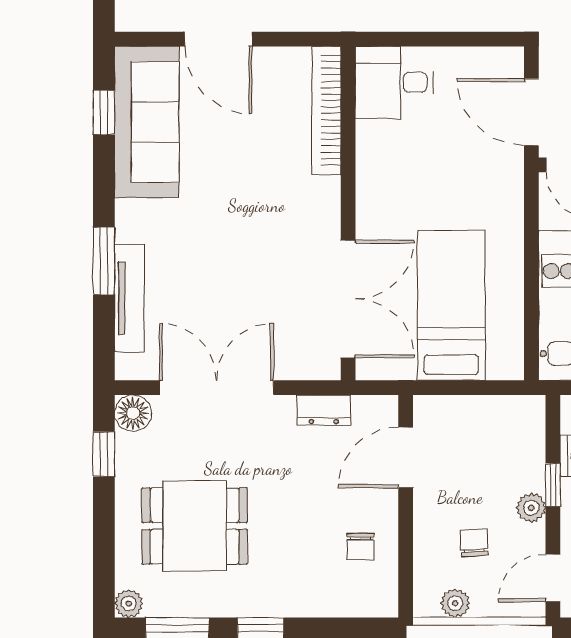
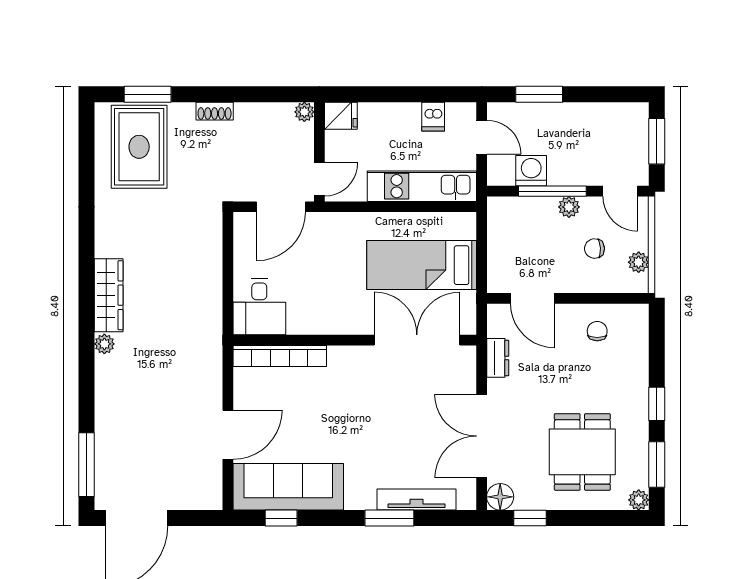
window: (553, 485) -> (552, 191), width x2.17
chair: (360, 546) -> (597, 331), turned -90

